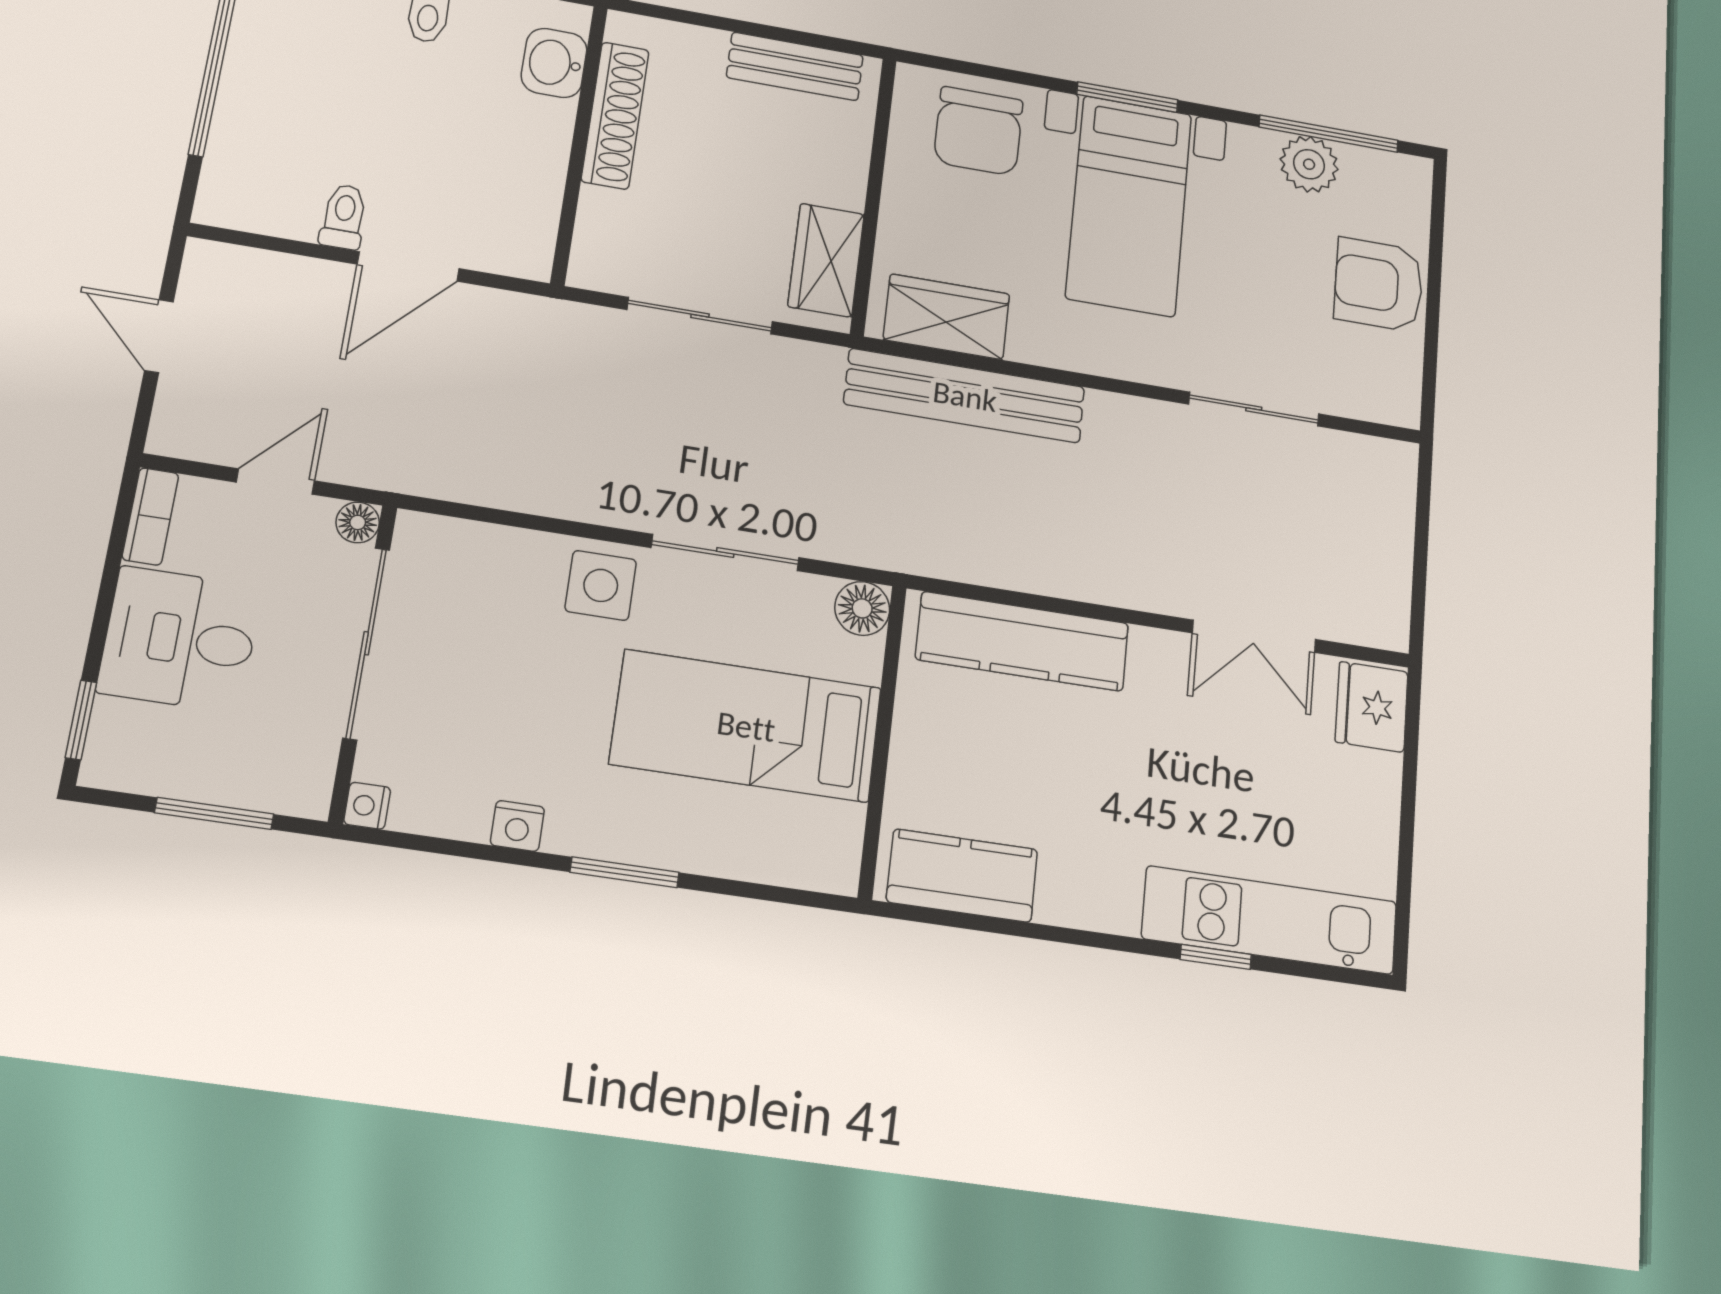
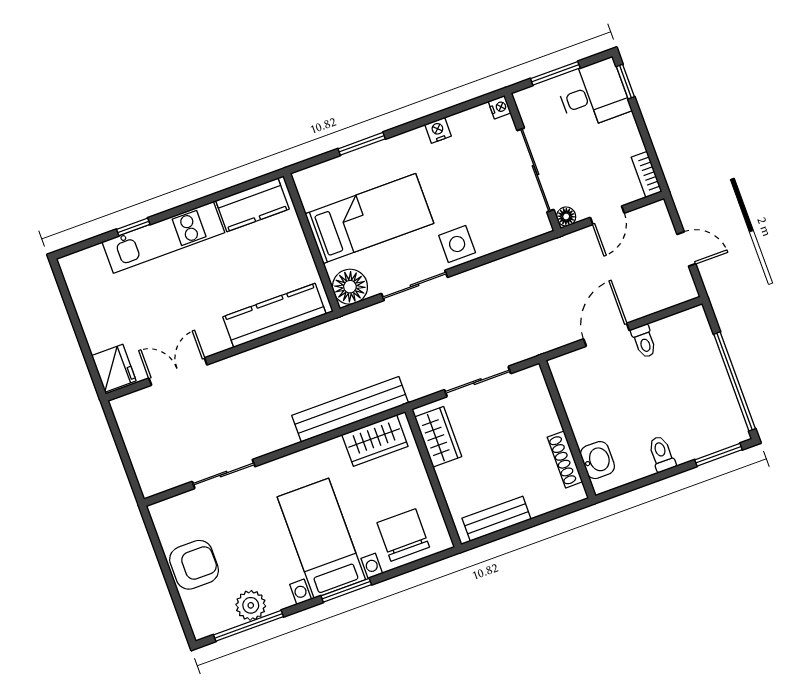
shoe rack: (615, 115) -> (565, 459), width x0.74, depth x0.81
floor lamp: (862, 608) -> (350, 287), width x1.38, depth x1.38
desk: (180, 639) -> (593, 94), moved
window: (625, 872) -> (362, 144), moved
kitchen unit: (1270, 920) -> (163, 237), moved

